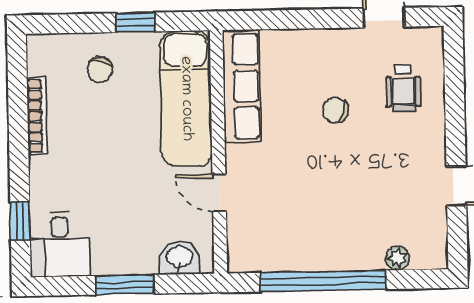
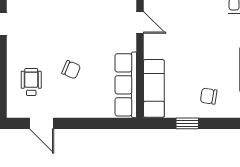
chair: (100, 70) -> (209, 96), turned -96
exam couch: (186, 99) -> (154, 88), width x0.73, depth x0.69

